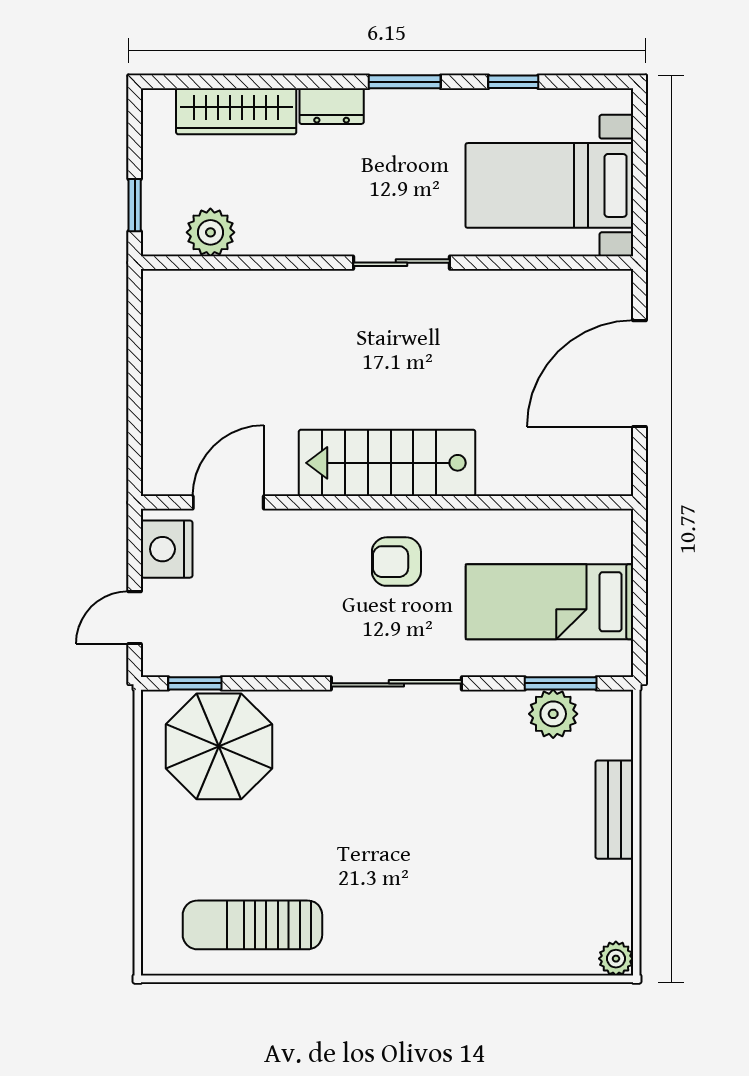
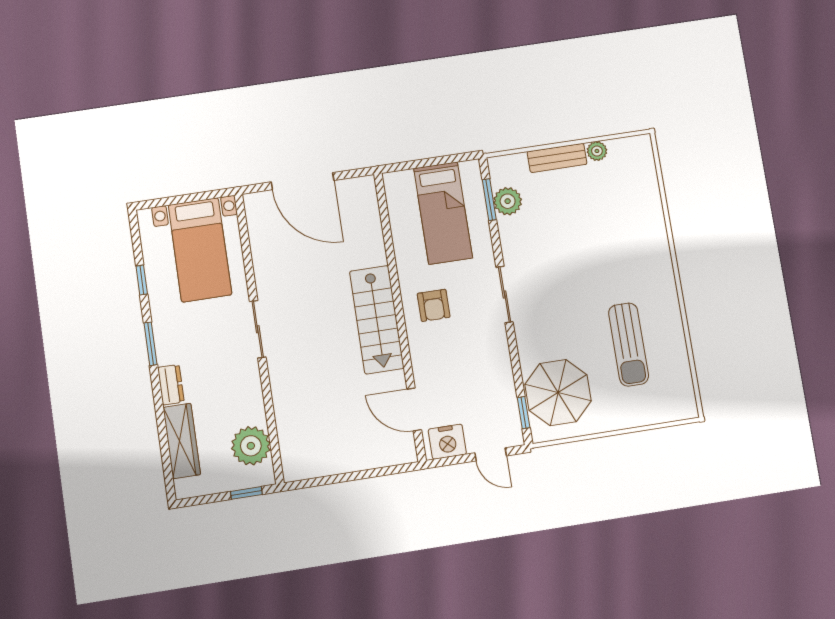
plant: (210, 232) -> (251, 446), width x1.36, depth x1.36
sliding door: (396, 683) -> (505, 294), width x0.73
sun lounger: (252, 925) -> (629, 344), moved
plant: (616, 959) -> (597, 151), moved

